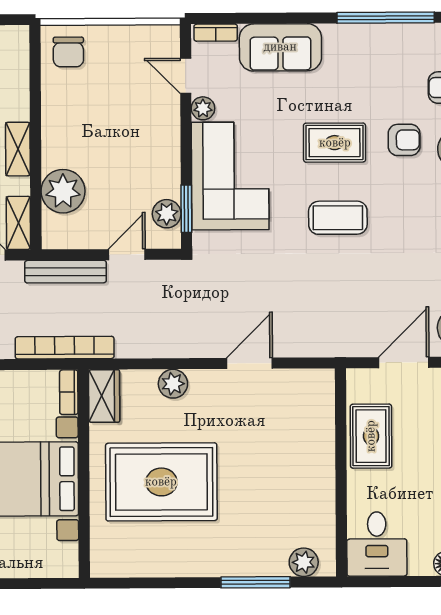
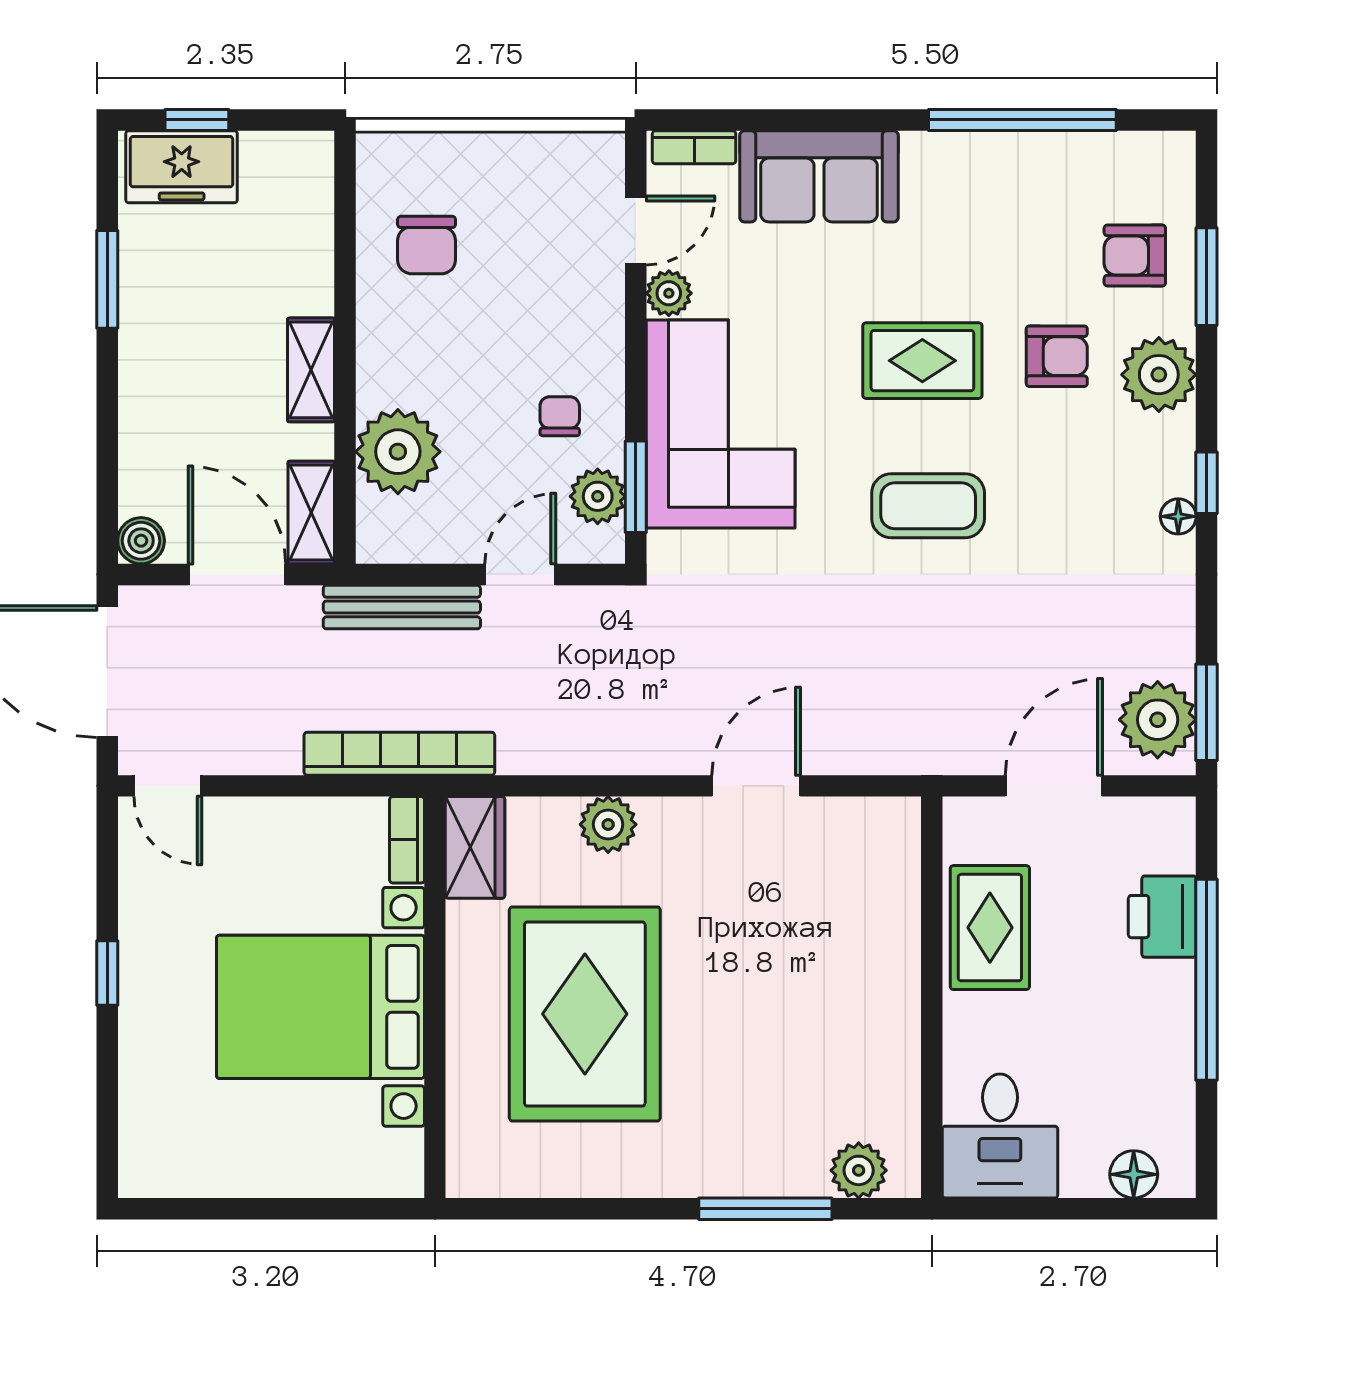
chair: (68, 52) -> (427, 245), moved
door: (186, 76) -> (636, 230), swing flipped
chair: (147, 172) -> (560, 416), added
rug: (161, 482) -> (585, 1014), turned 90

